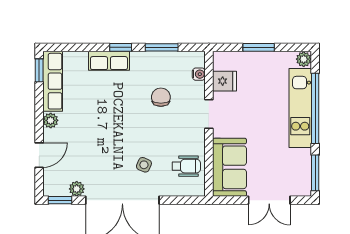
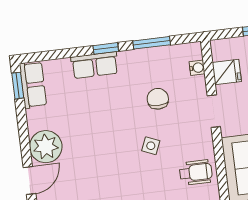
row of seats: (53, 81) -> (33, 85), width x0.68
plant: (51, 120) -> (46, 147), width x1.88, depth x1.88
side table: (144, 165) -> (151, 146), moved

